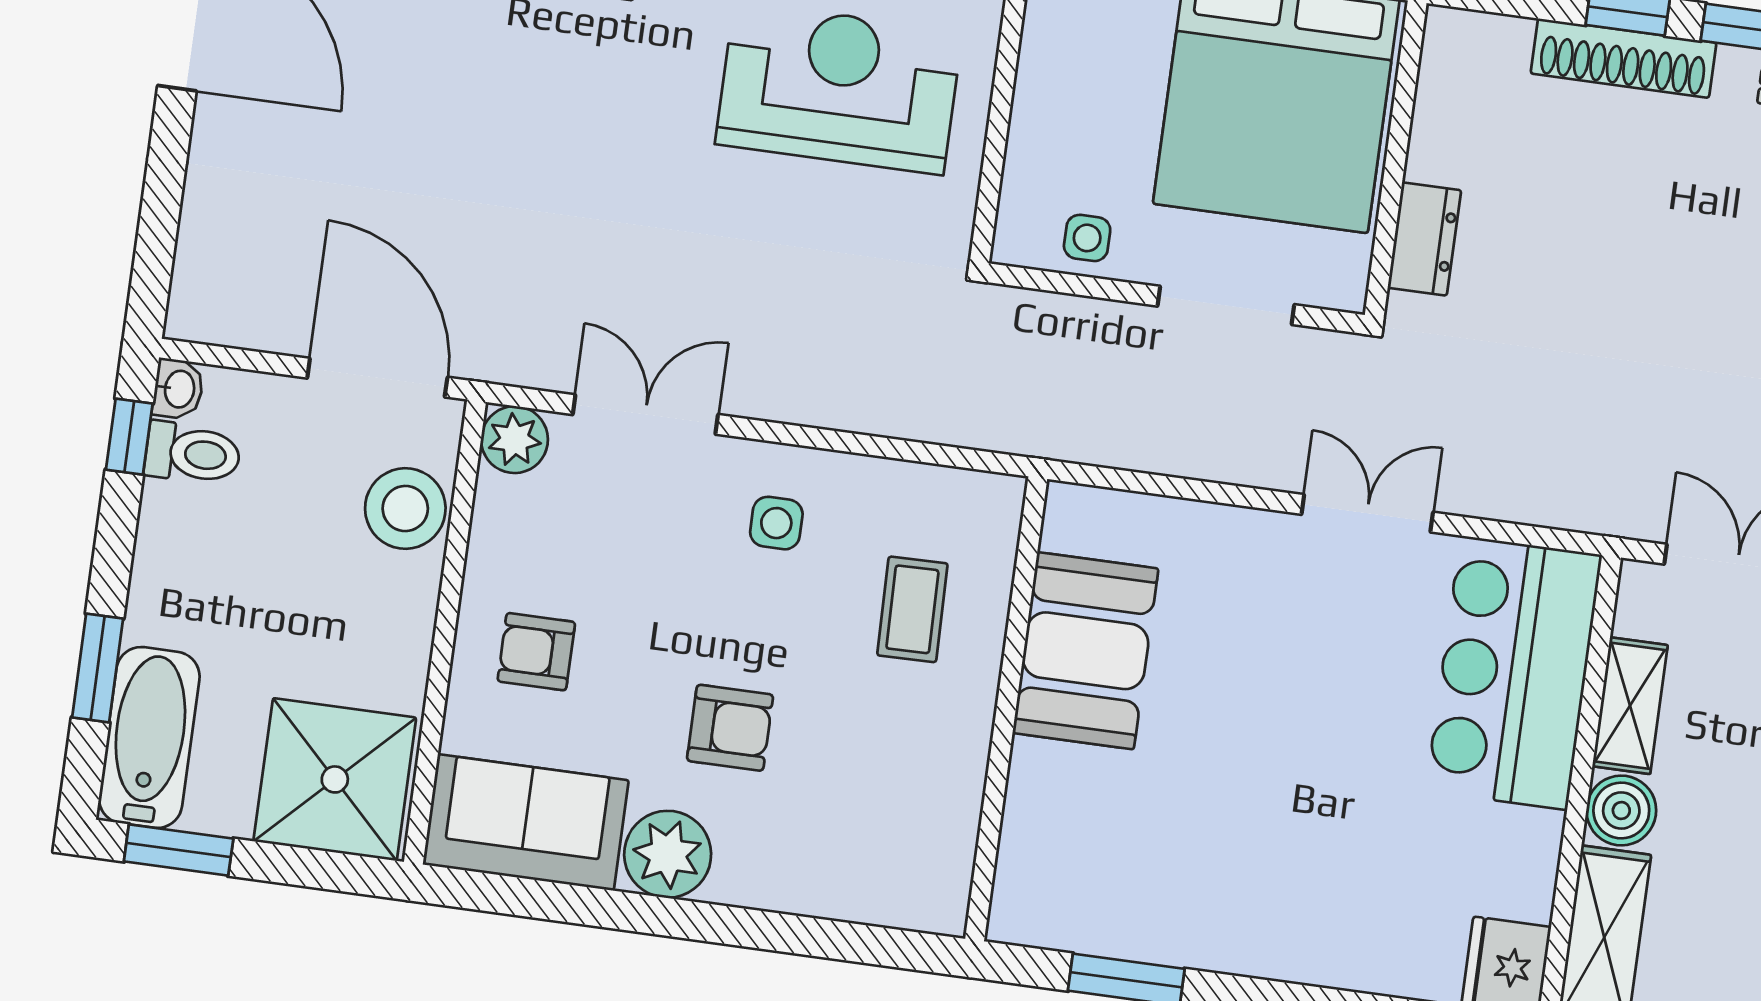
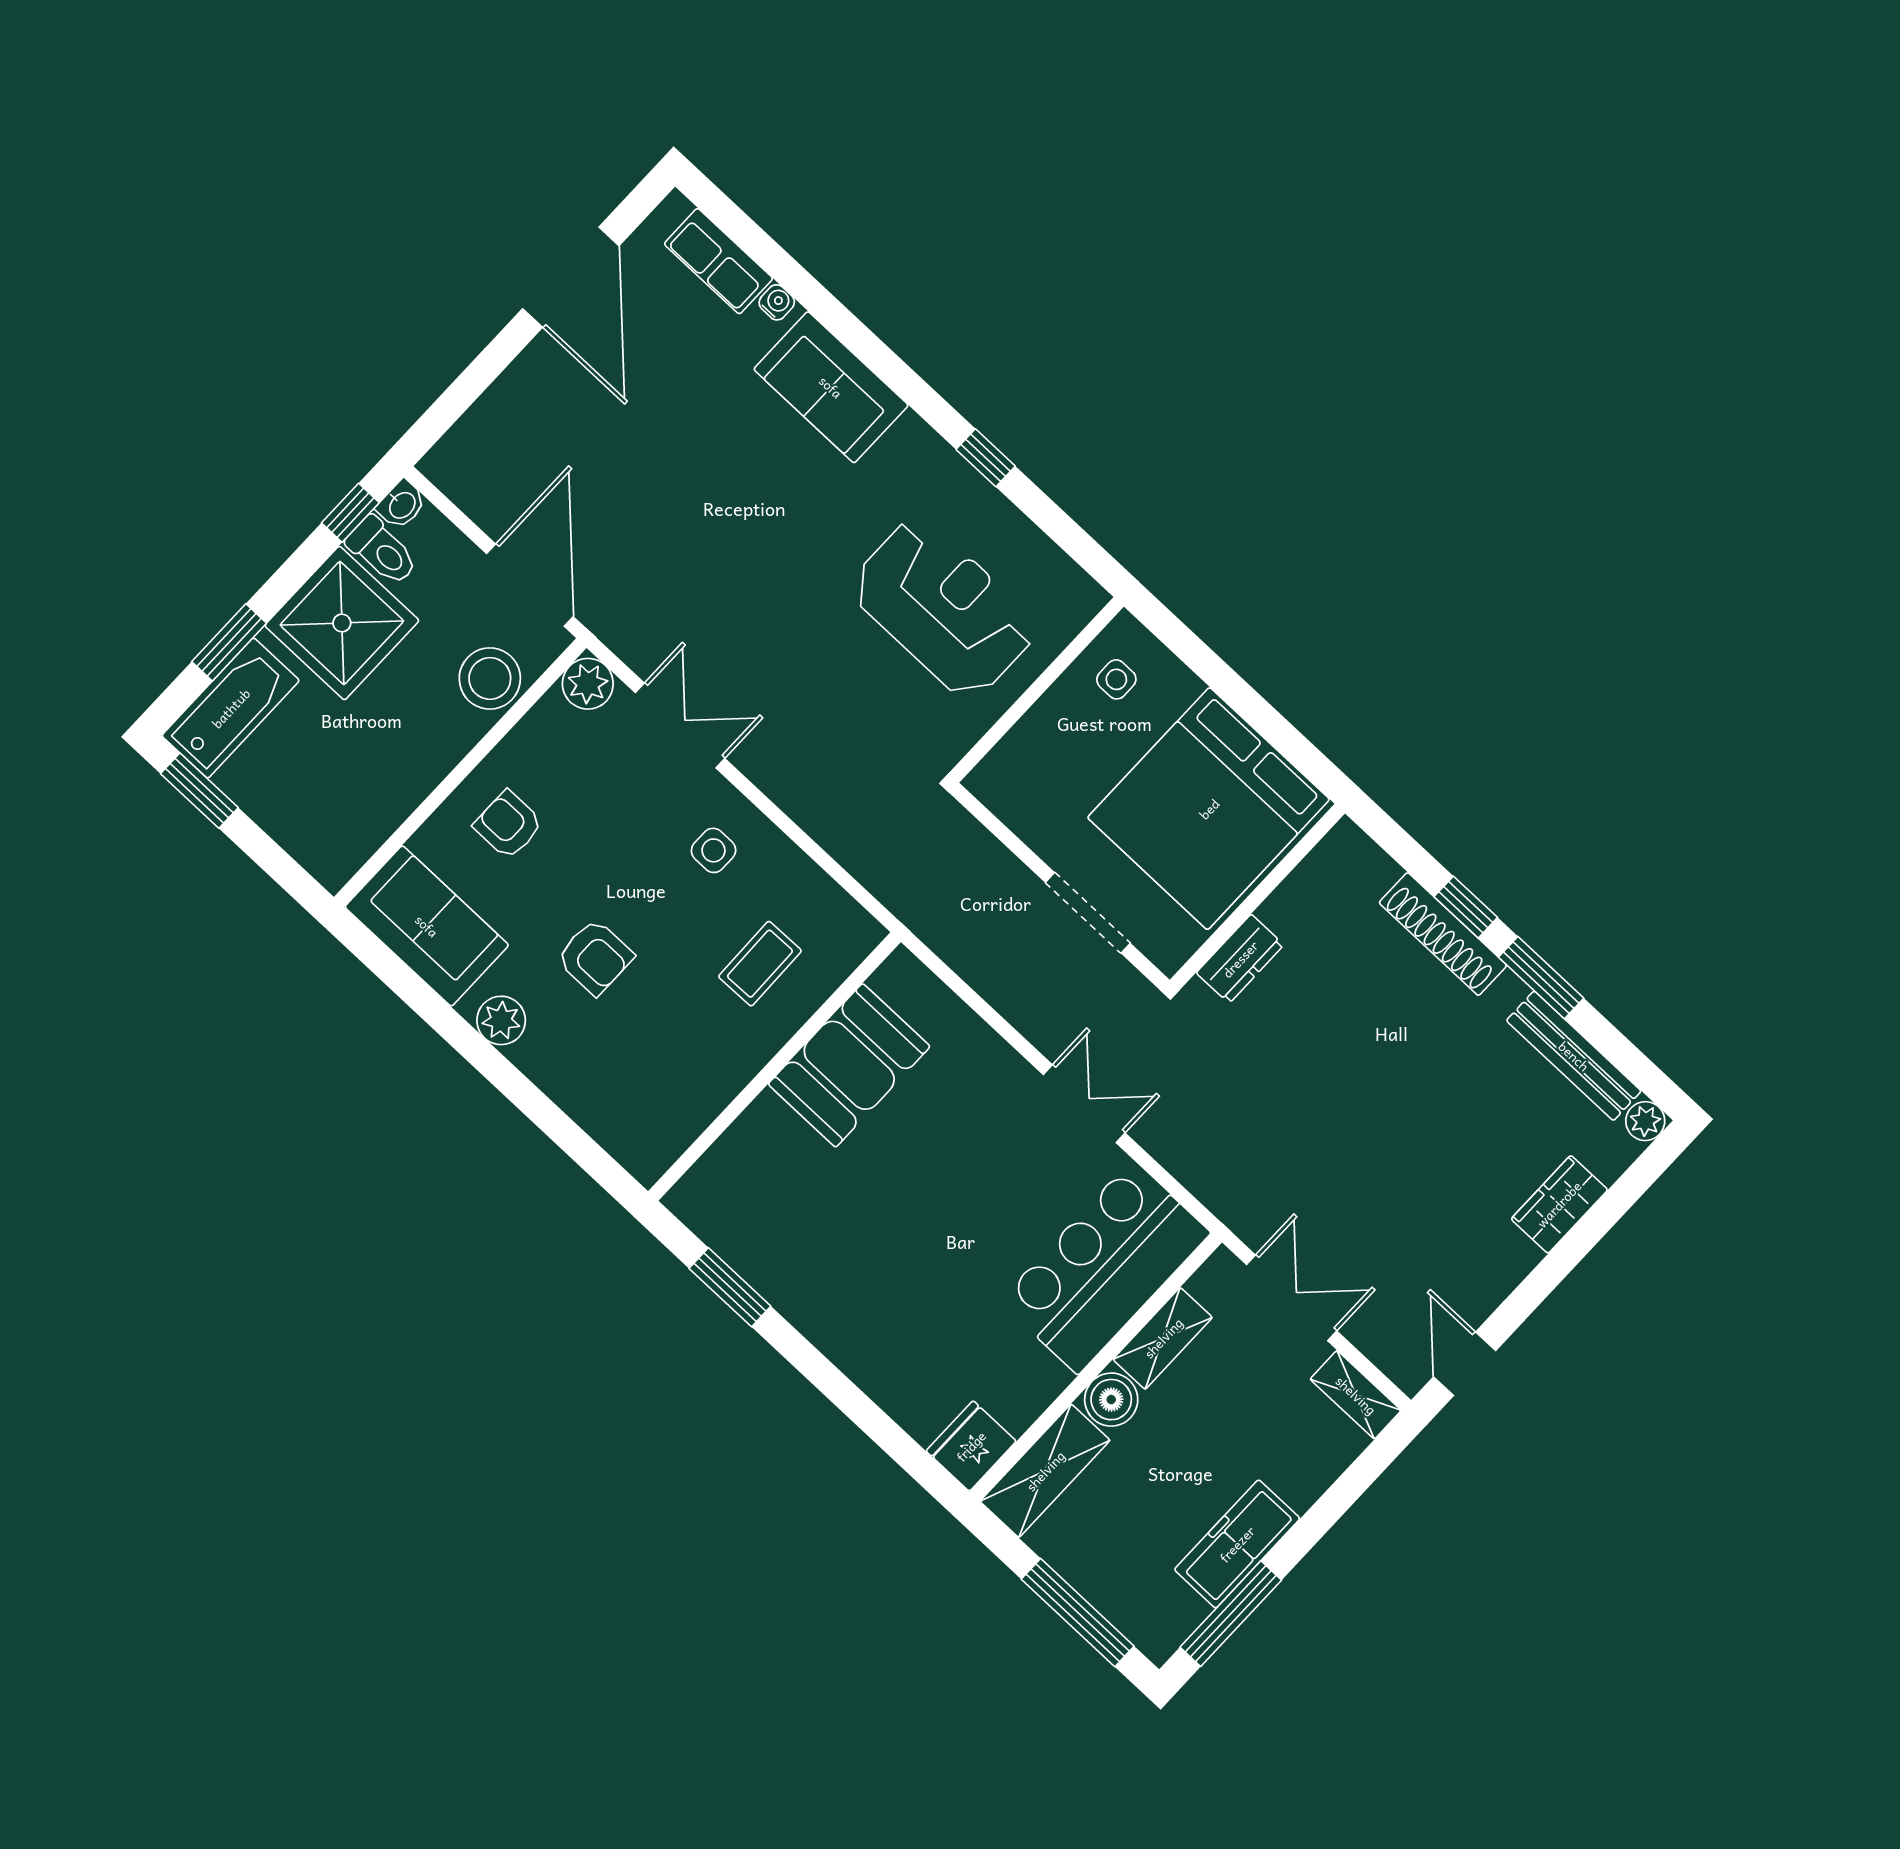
side table: (1087, 238) -> (1116, 679), moved
shower: (335, 779) -> (342, 623), moved
plant: (668, 854) -> (501, 1020), width x0.73, depth x0.73

